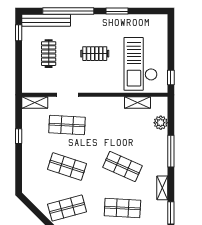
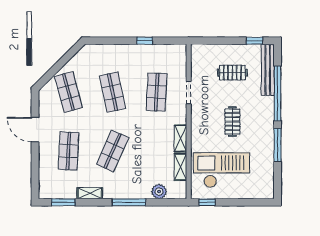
window: (117, 11) -> (278, 145), width x1.44
shelving: (35, 103) -> (180, 138), moved
shop shelf: (67, 166) -> (113, 92), turned -30

